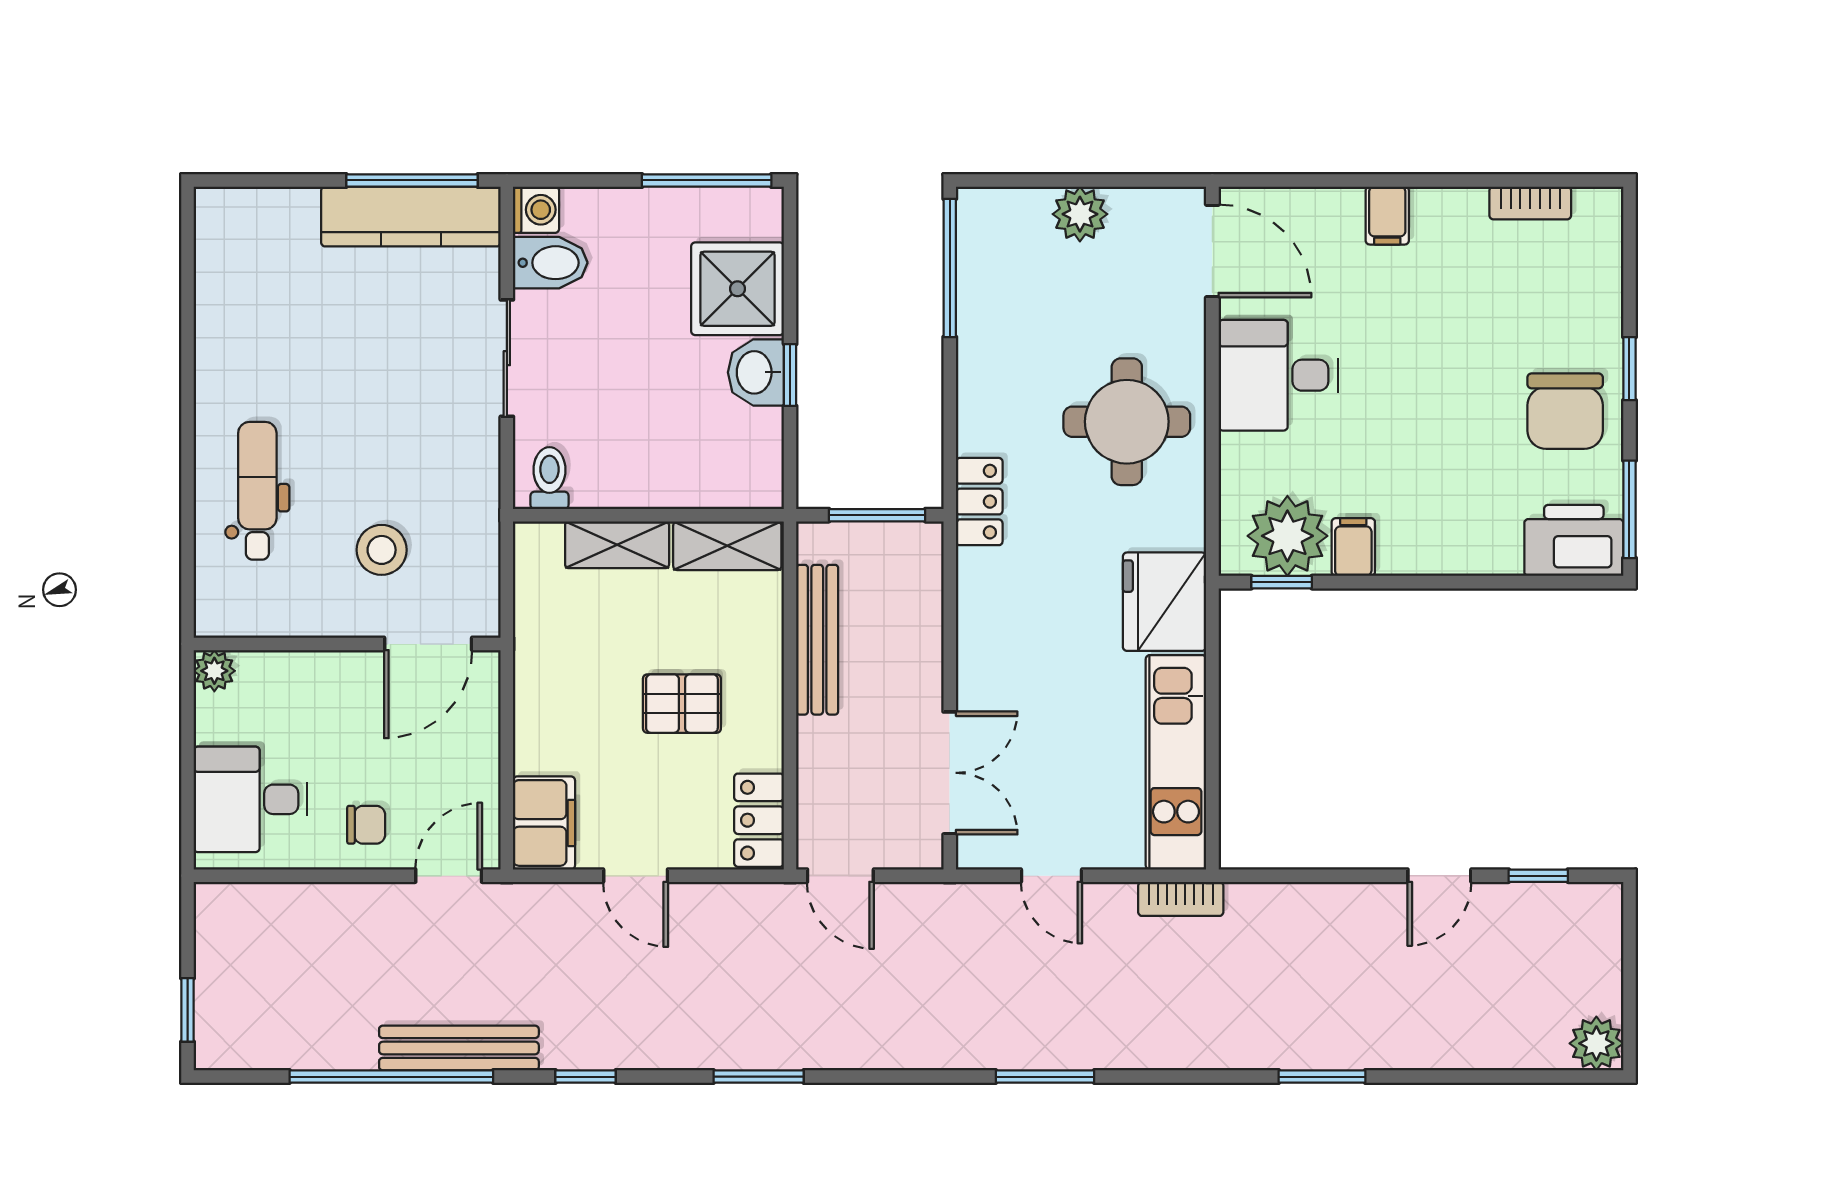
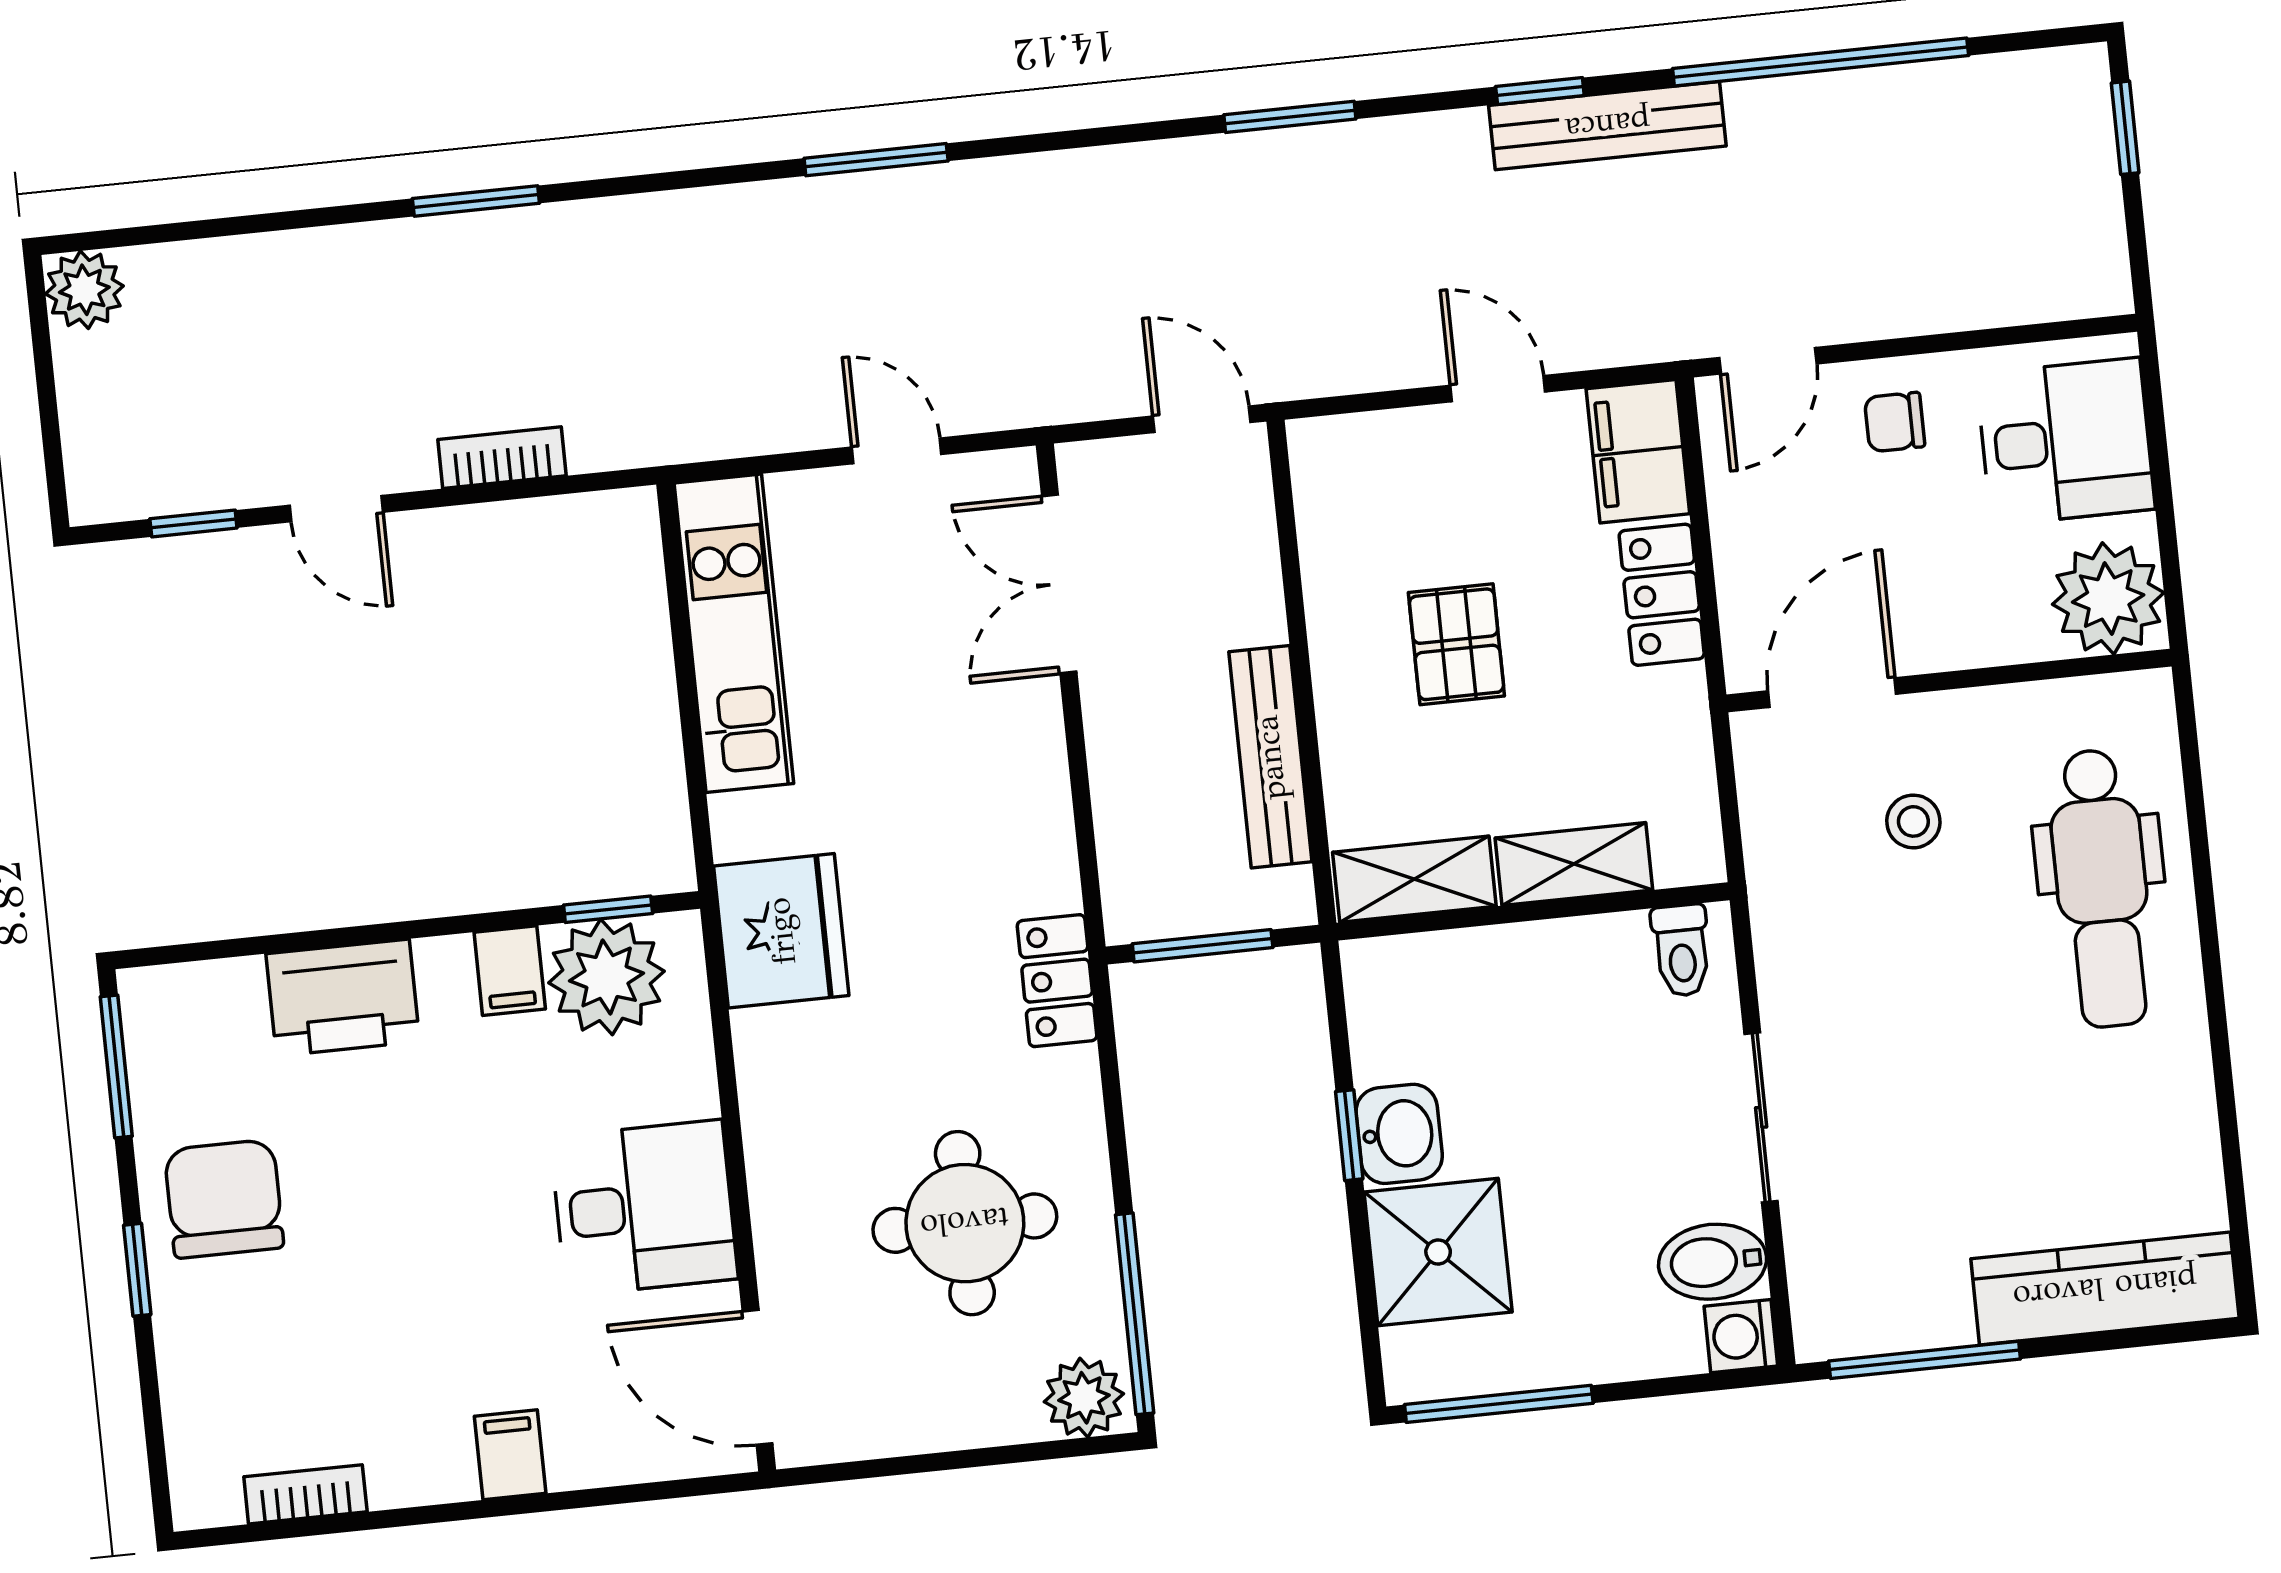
plant: (1080, 214) -> (1084, 1398), moved
kitchen counter: (411, 217) -> (2105, 1289), moved
round table: (1127, 422) -> (965, 1223), moved
dental chair: (257, 491) -> (2102, 888), width x1.36, depth x1.38
printer: (1574, 540) -> (343, 998), moved
stool: (382, 550) -> (1913, 821), width x0.73, depth x0.73
fridge: (1164, 602) -> (781, 931), moved
plant: (214, 671) -> (2108, 599), width x1.88, depth x1.88
pallet: (682, 704) -> (1456, 644), turned 90
locker: (759, 820) -> (1662, 595), moved, turned 180
door: (1439, 876) -> (336, 509), swing flipped
bookcase: (1181, 899) -> (502, 458), moved
bench: (459, 1048) -> (1607, 126), moved

